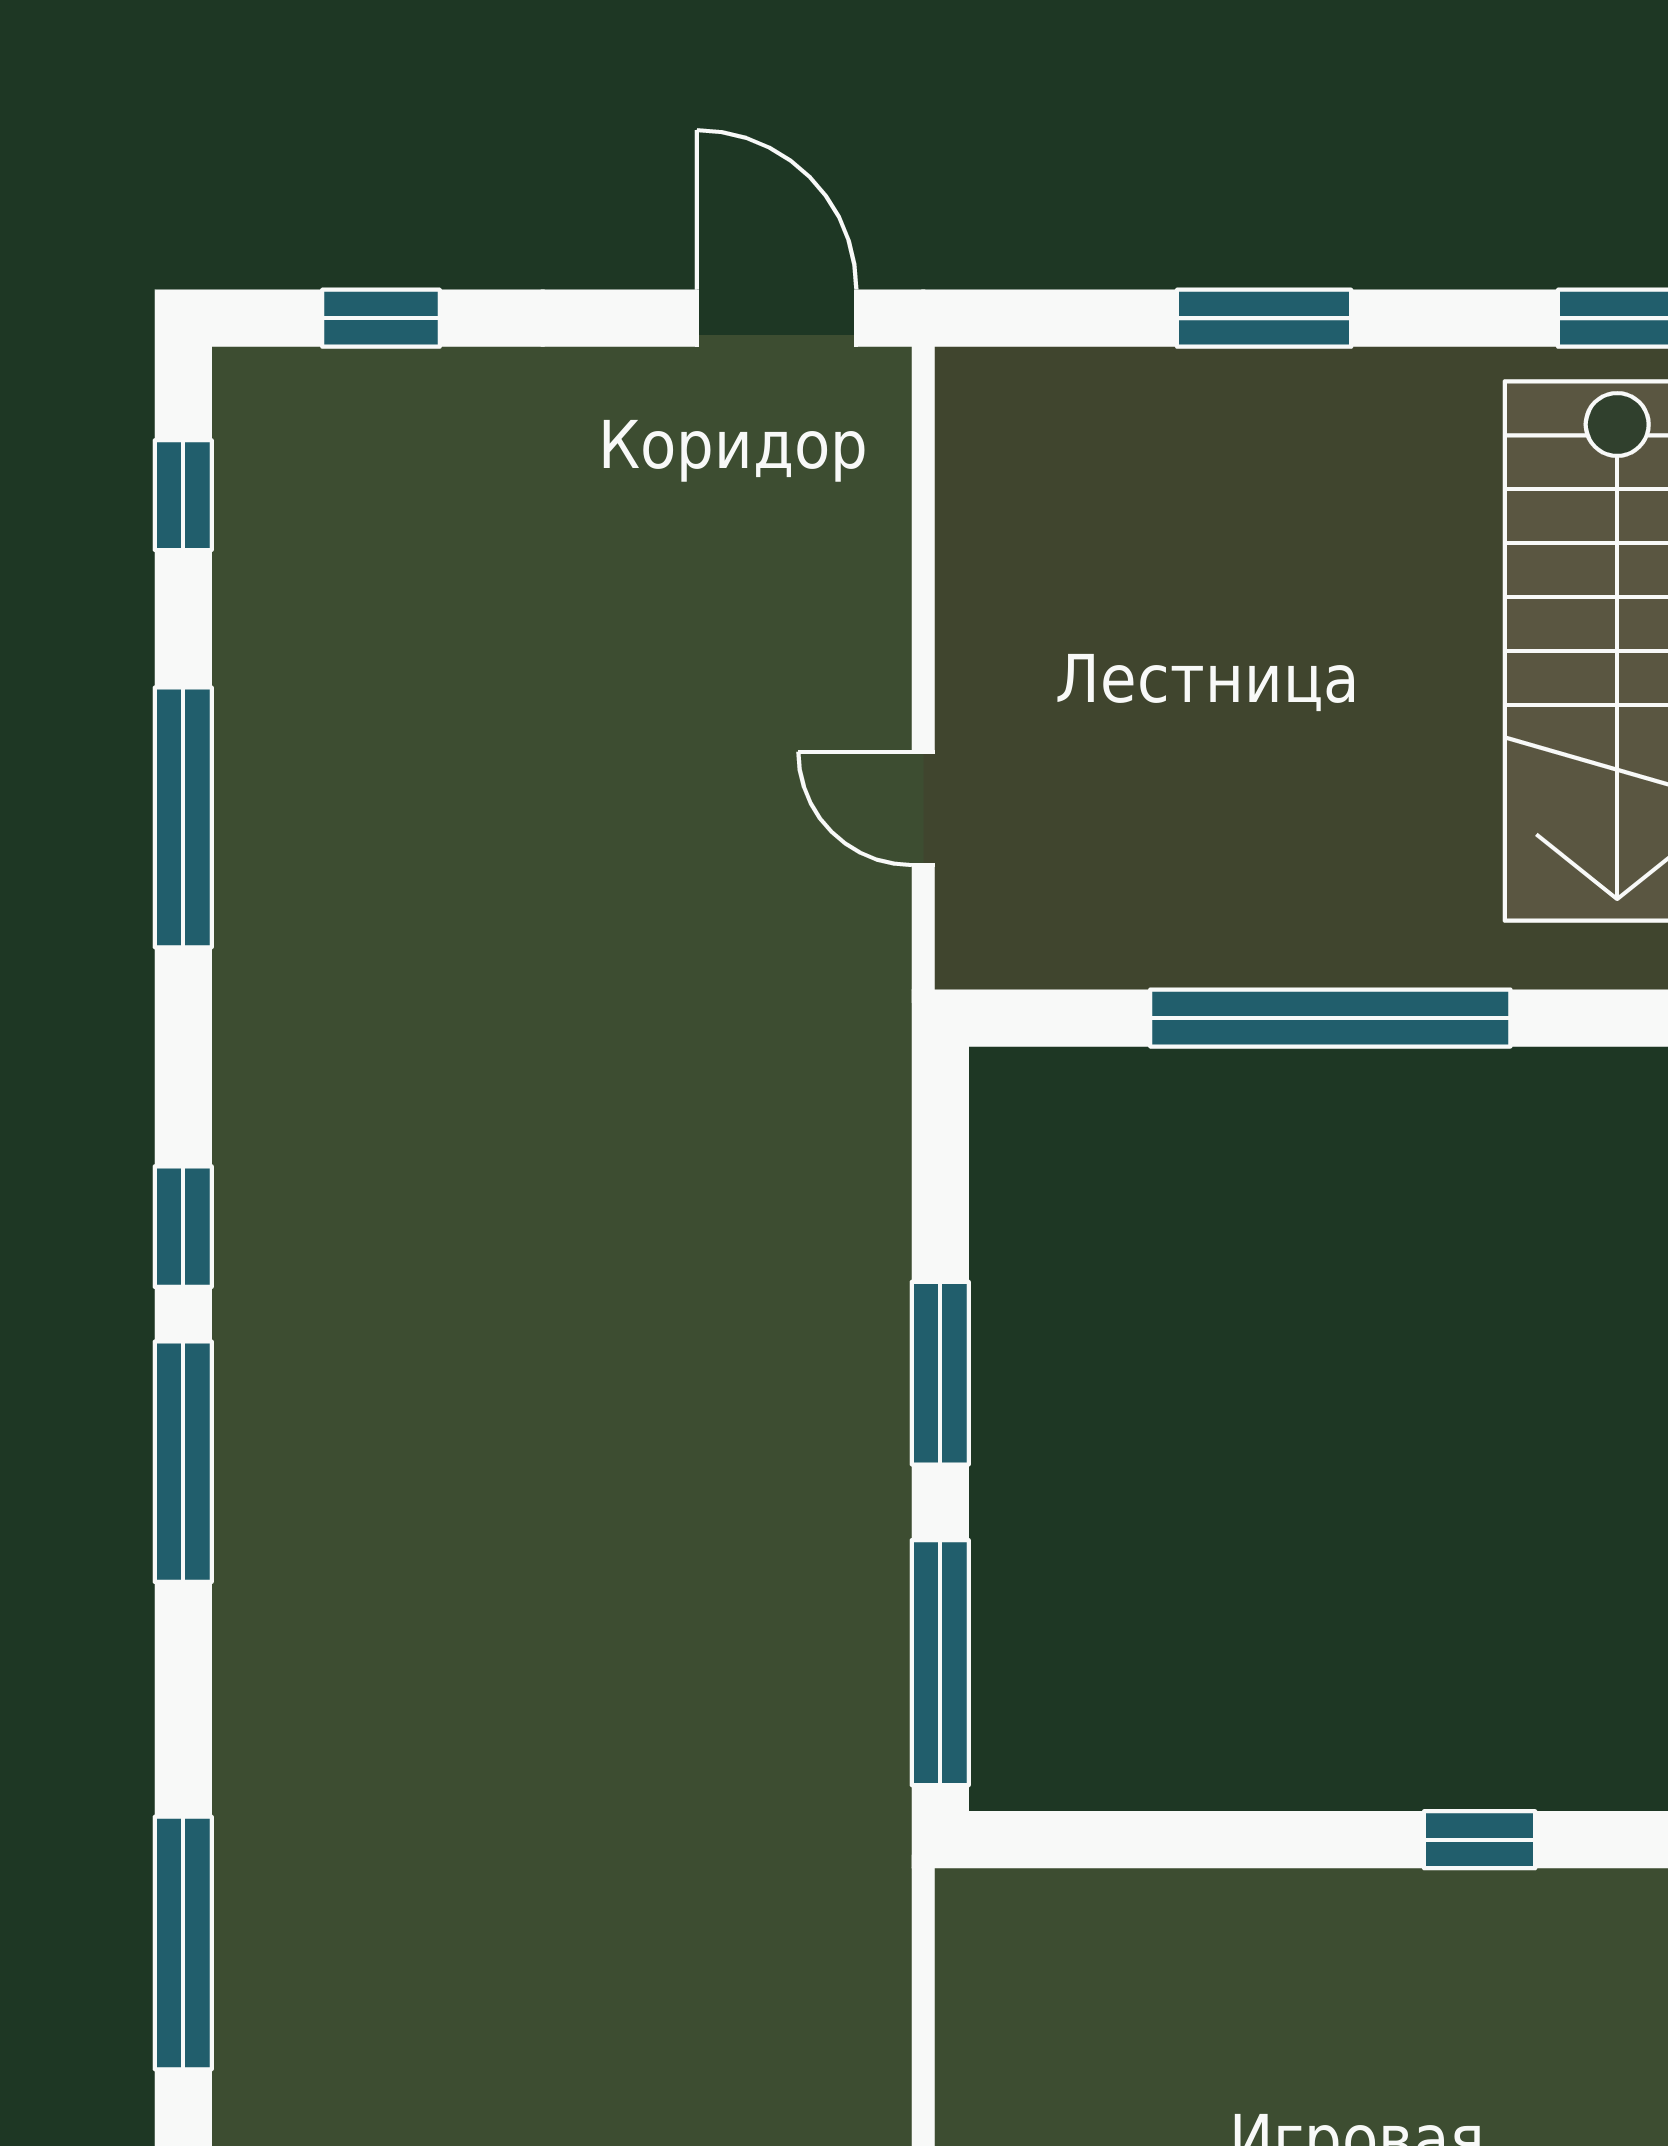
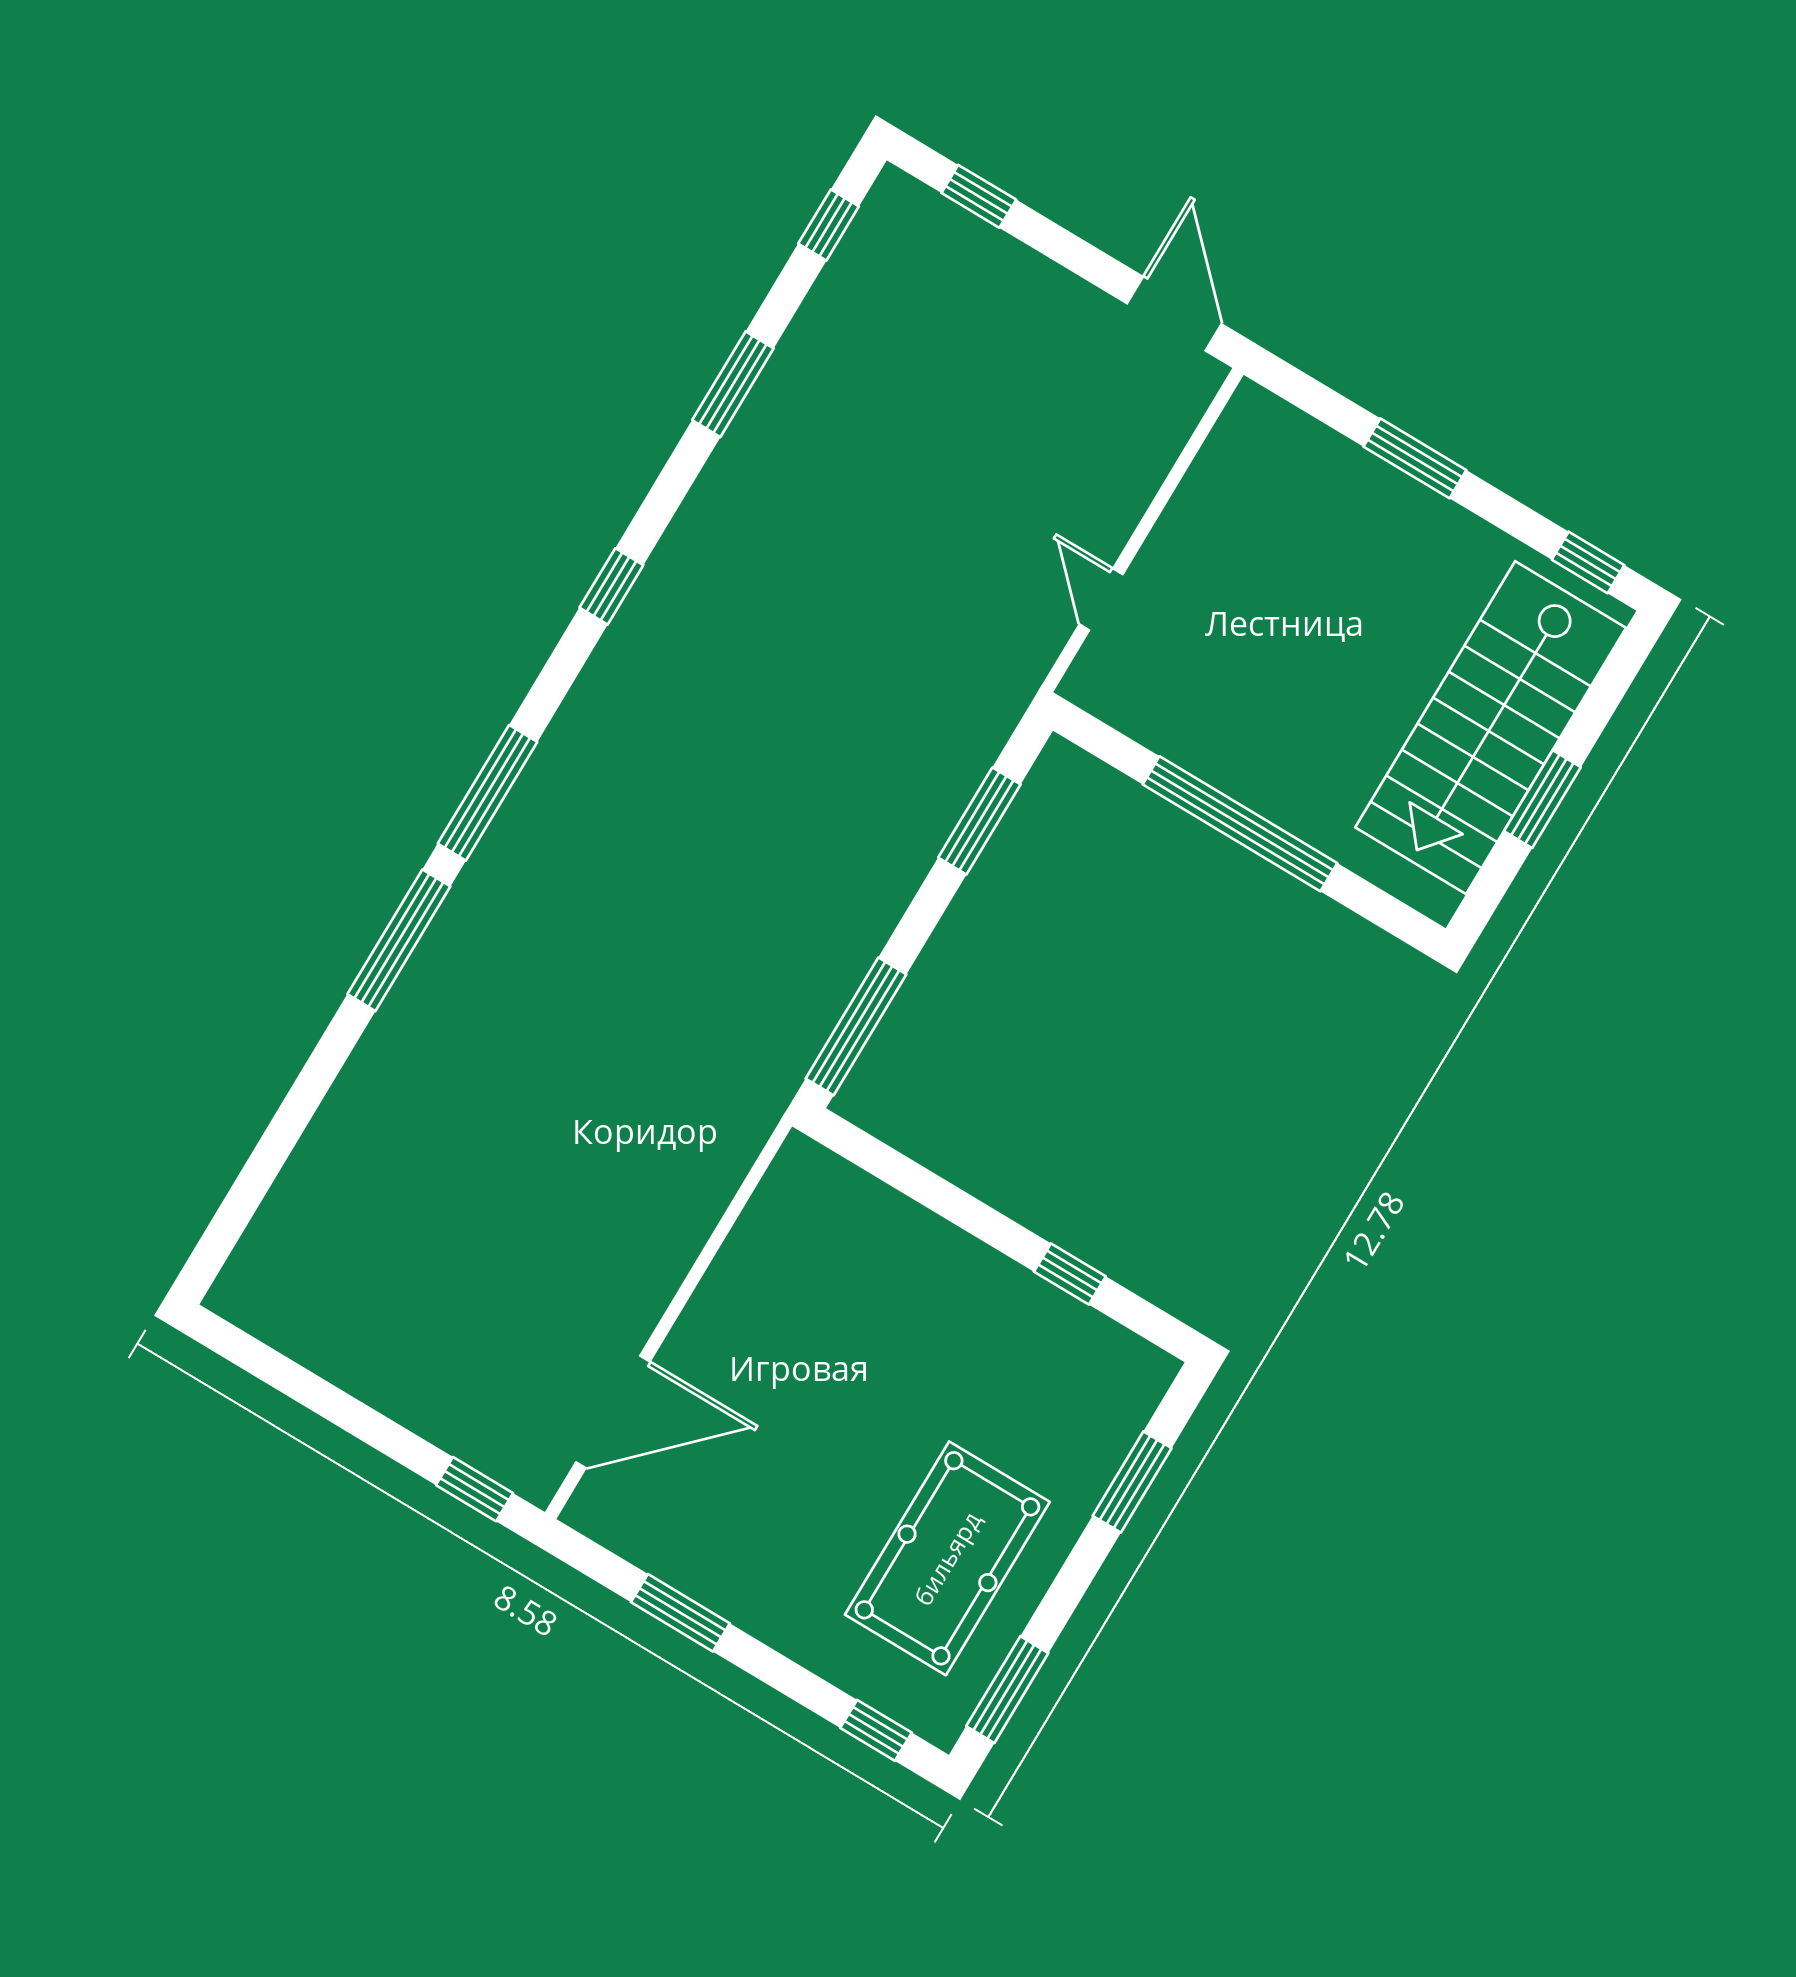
window: (183, 817) -> (733, 384), width x0.69
window: (940, 1373) -> (979, 821), moved
window: (183, 1462) -> (487, 793), moved

